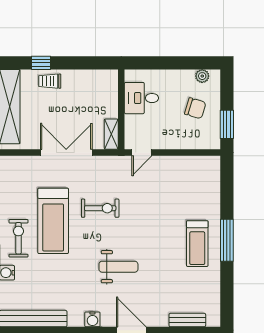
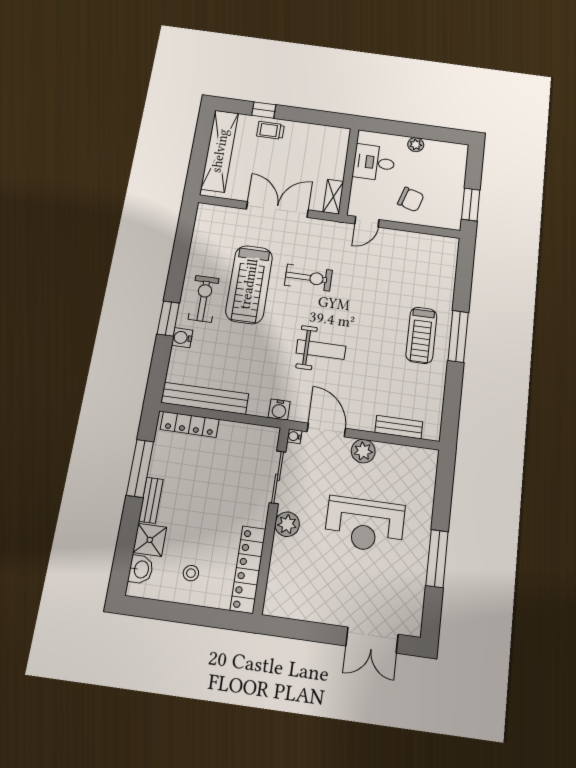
plant: (202, 76) -> (416, 145), moved
chair: (195, 108) -> (411, 199), moved

